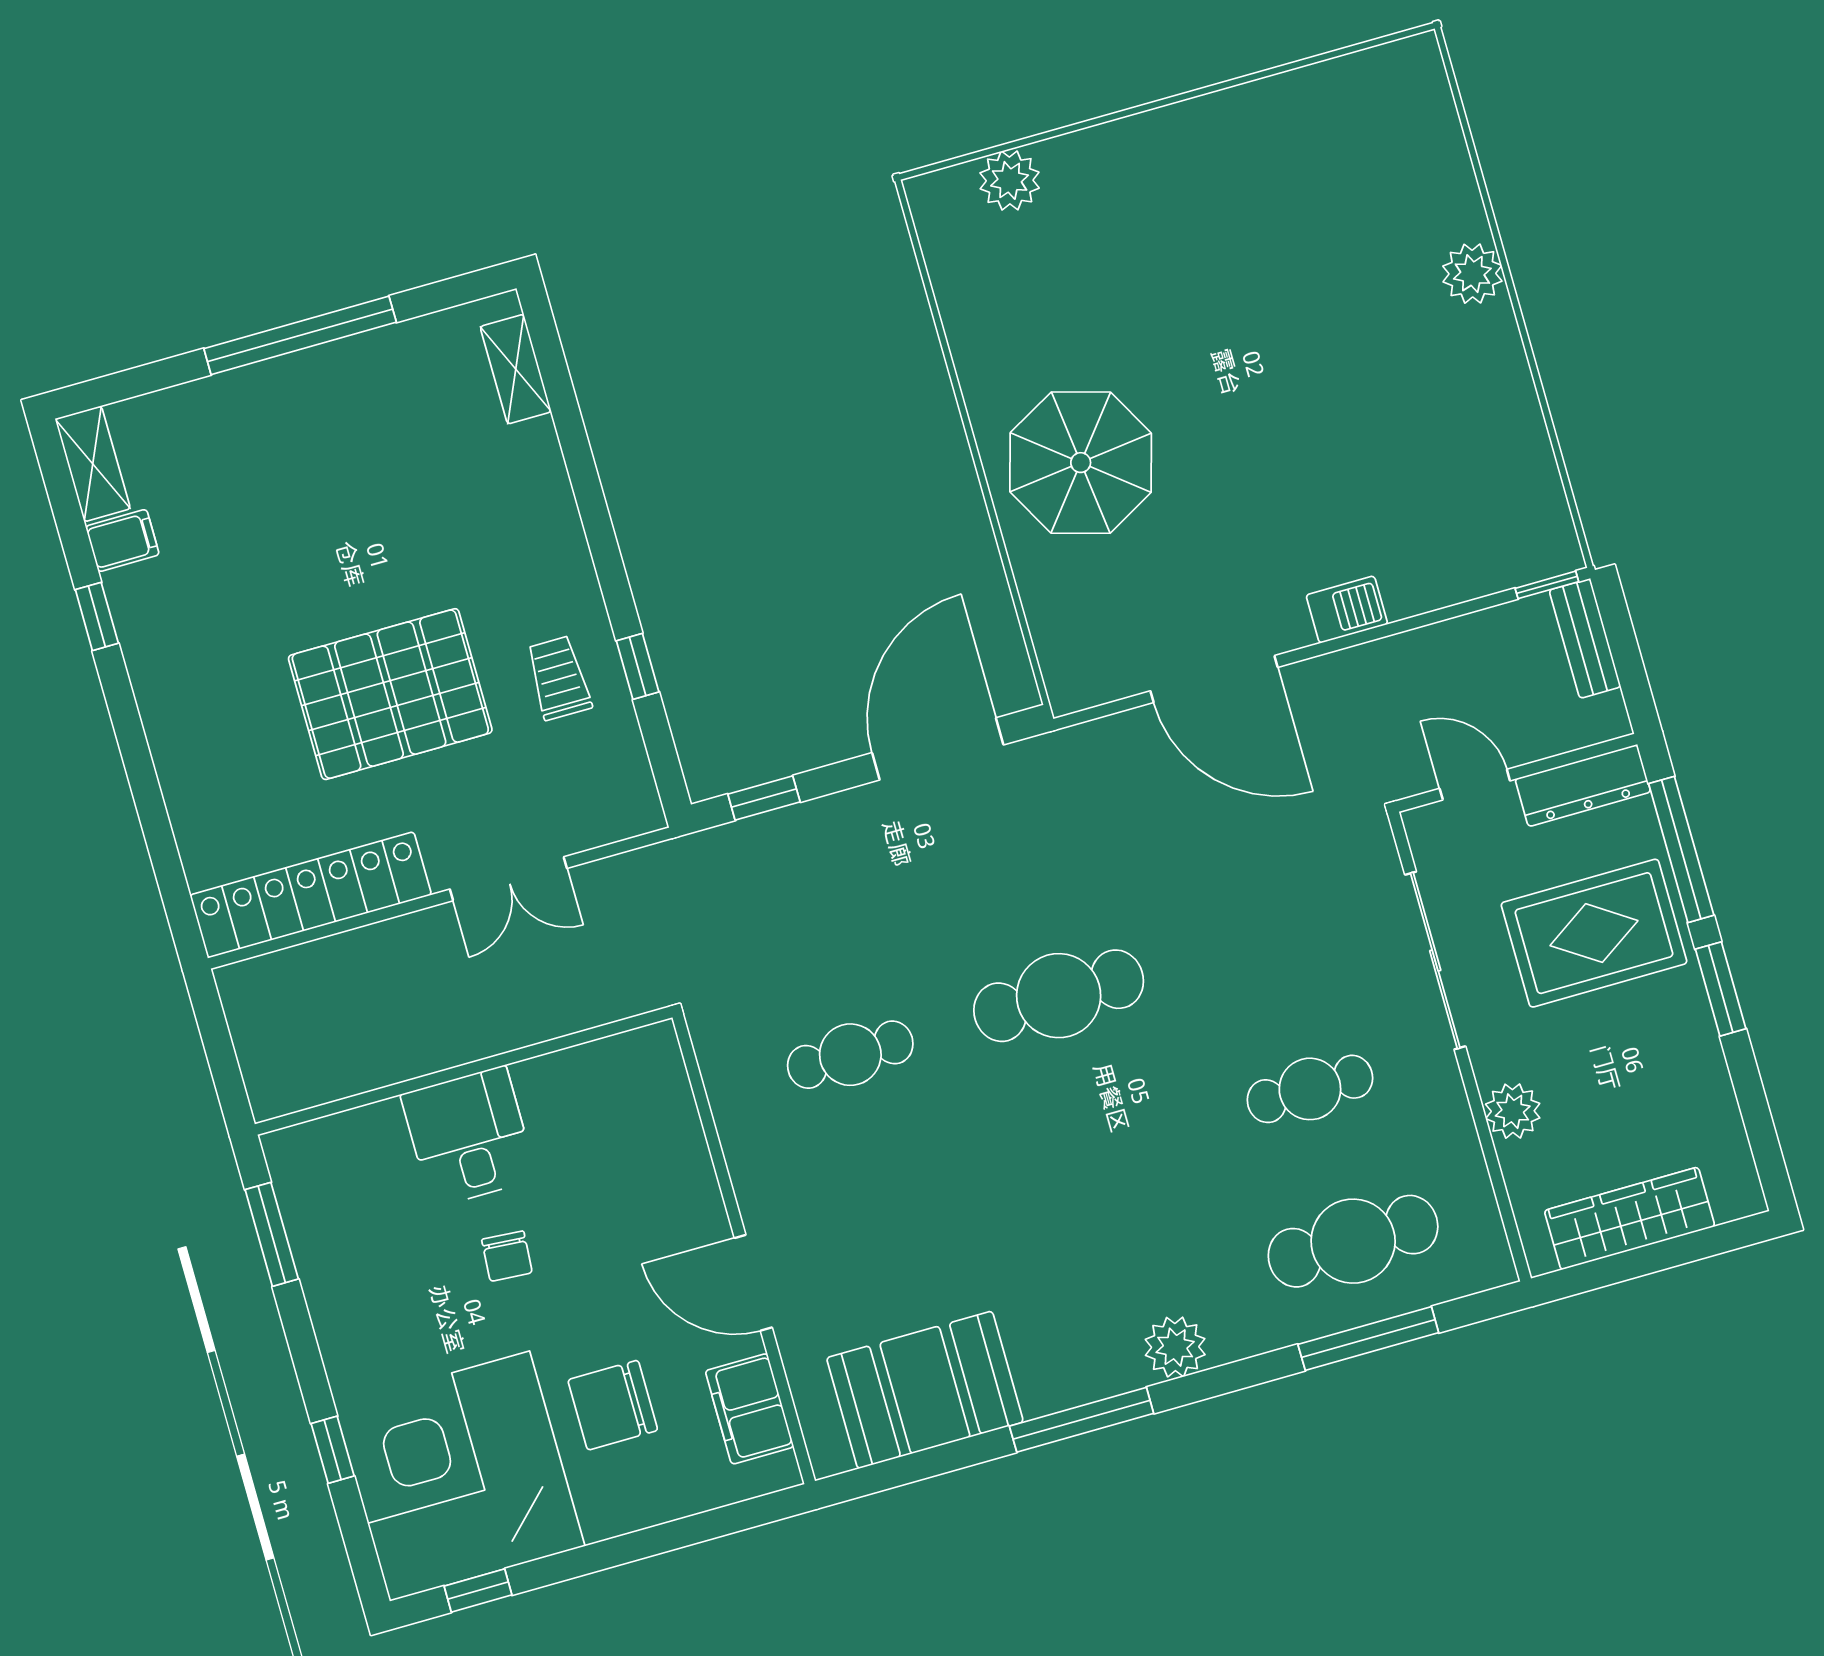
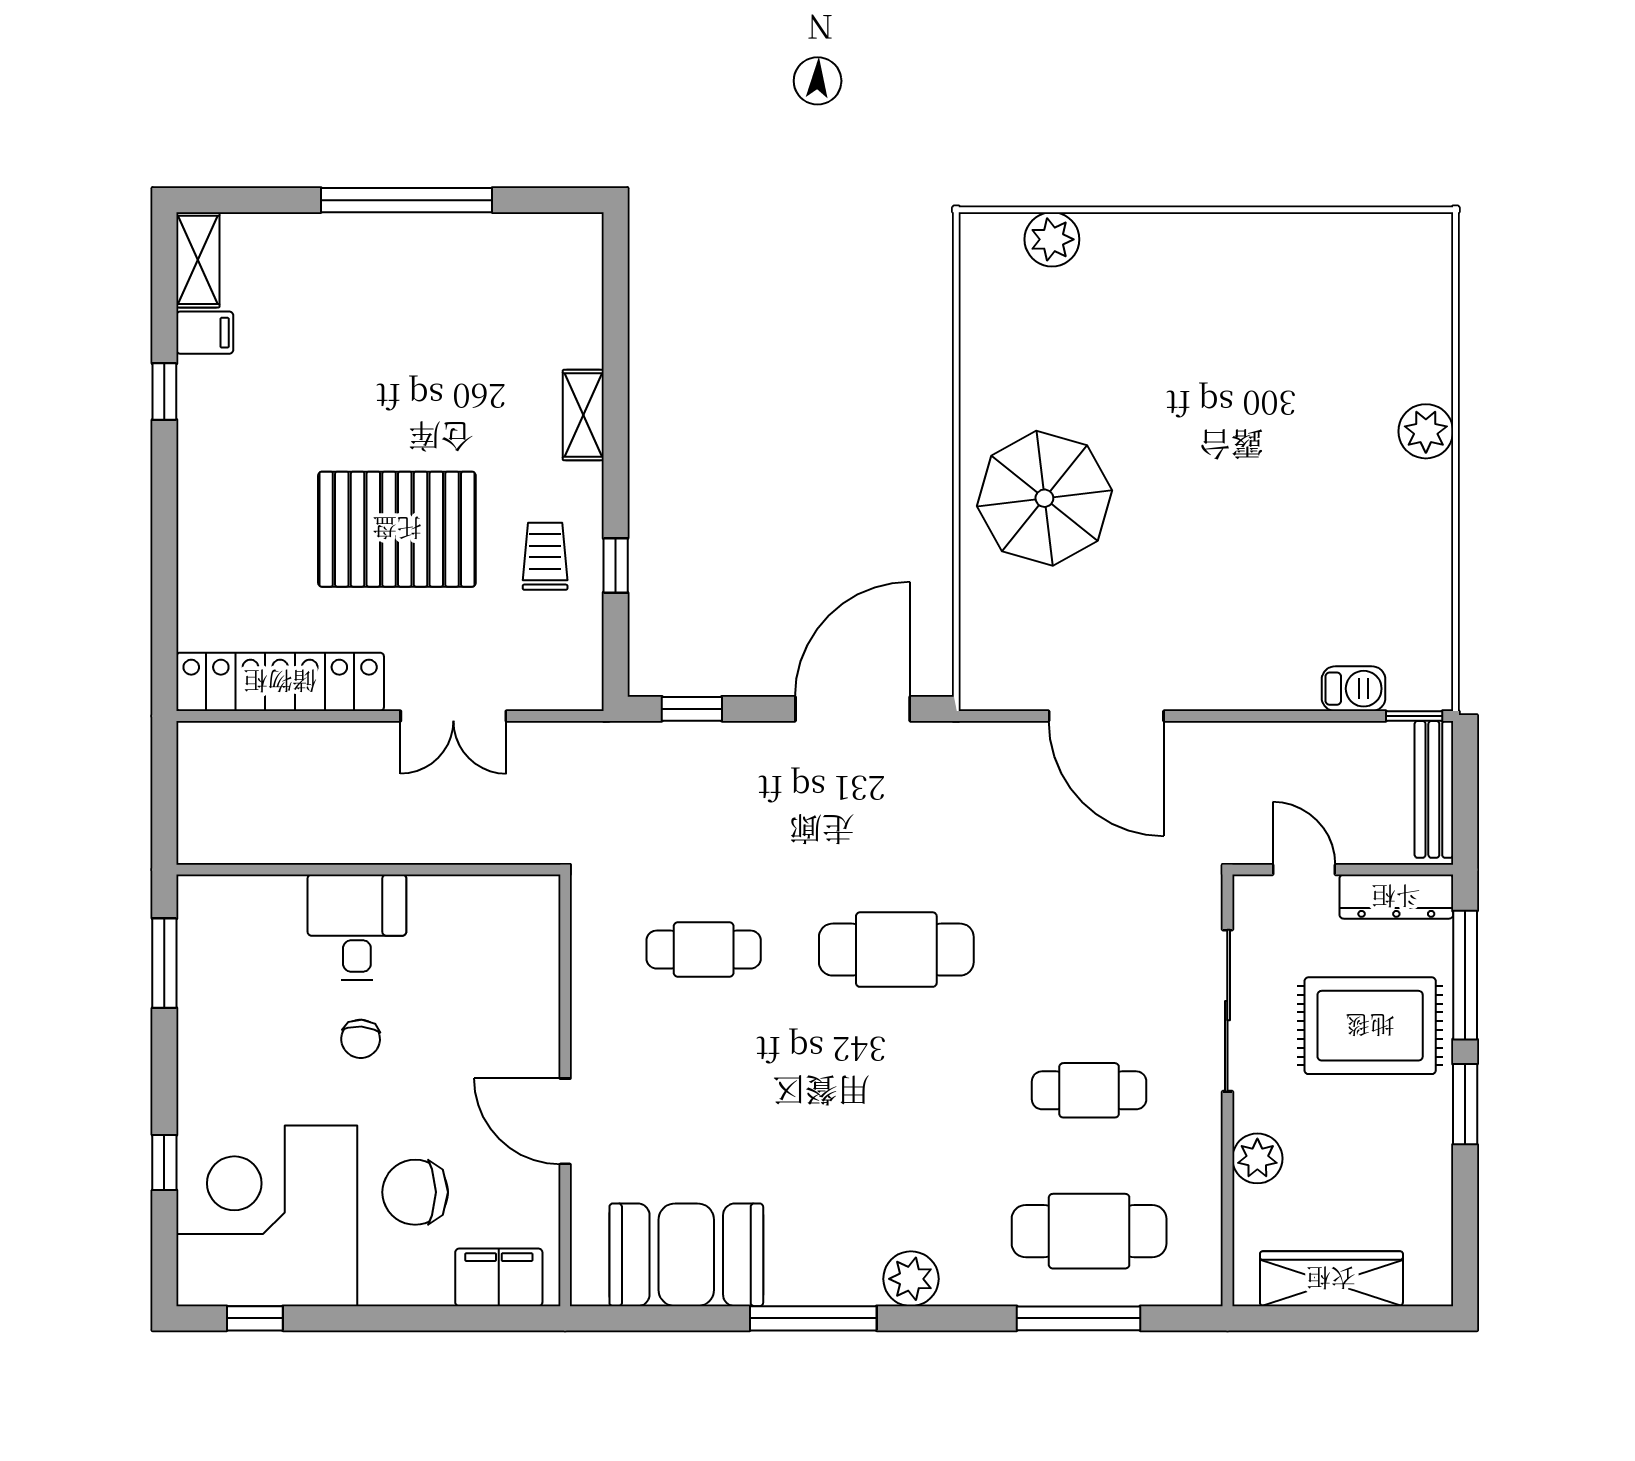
shelving: (516, 369) -> (583, 415), moved
barbecue: (1347, 610) -> (1354, 689), moved
bench: (1585, 638) -> (1434, 789), width x1.36
filing cabinet: (750, 1409) -> (499, 1277), moved, turned 90

